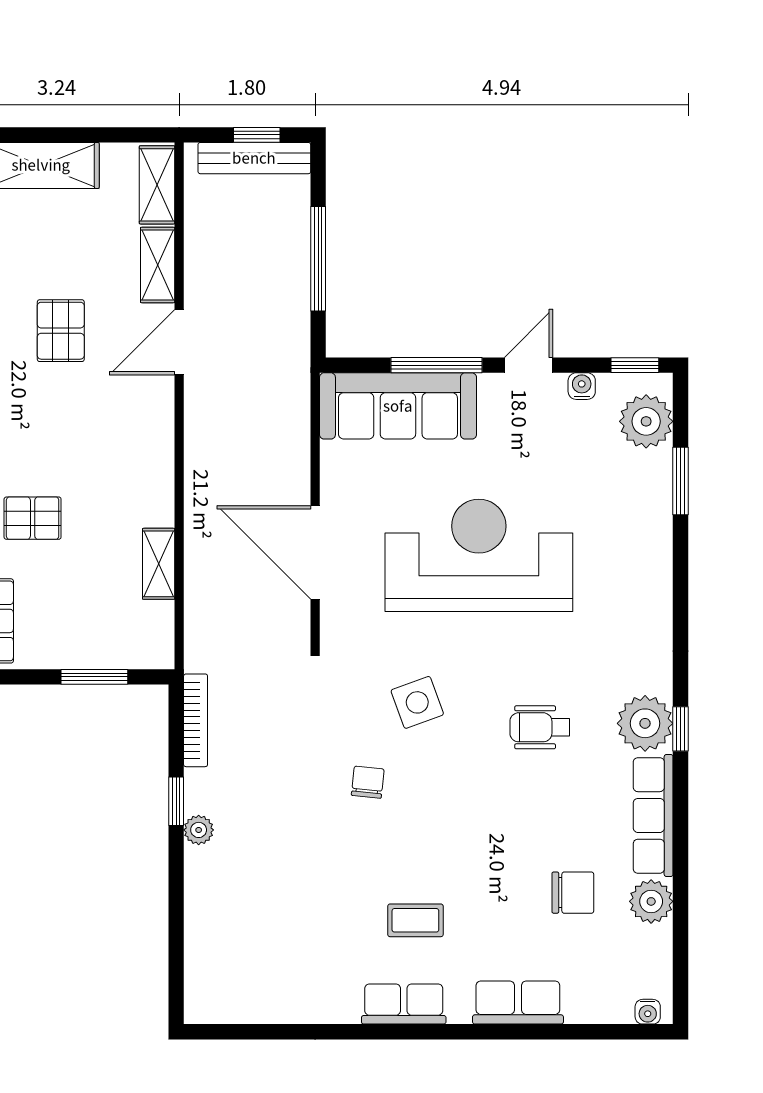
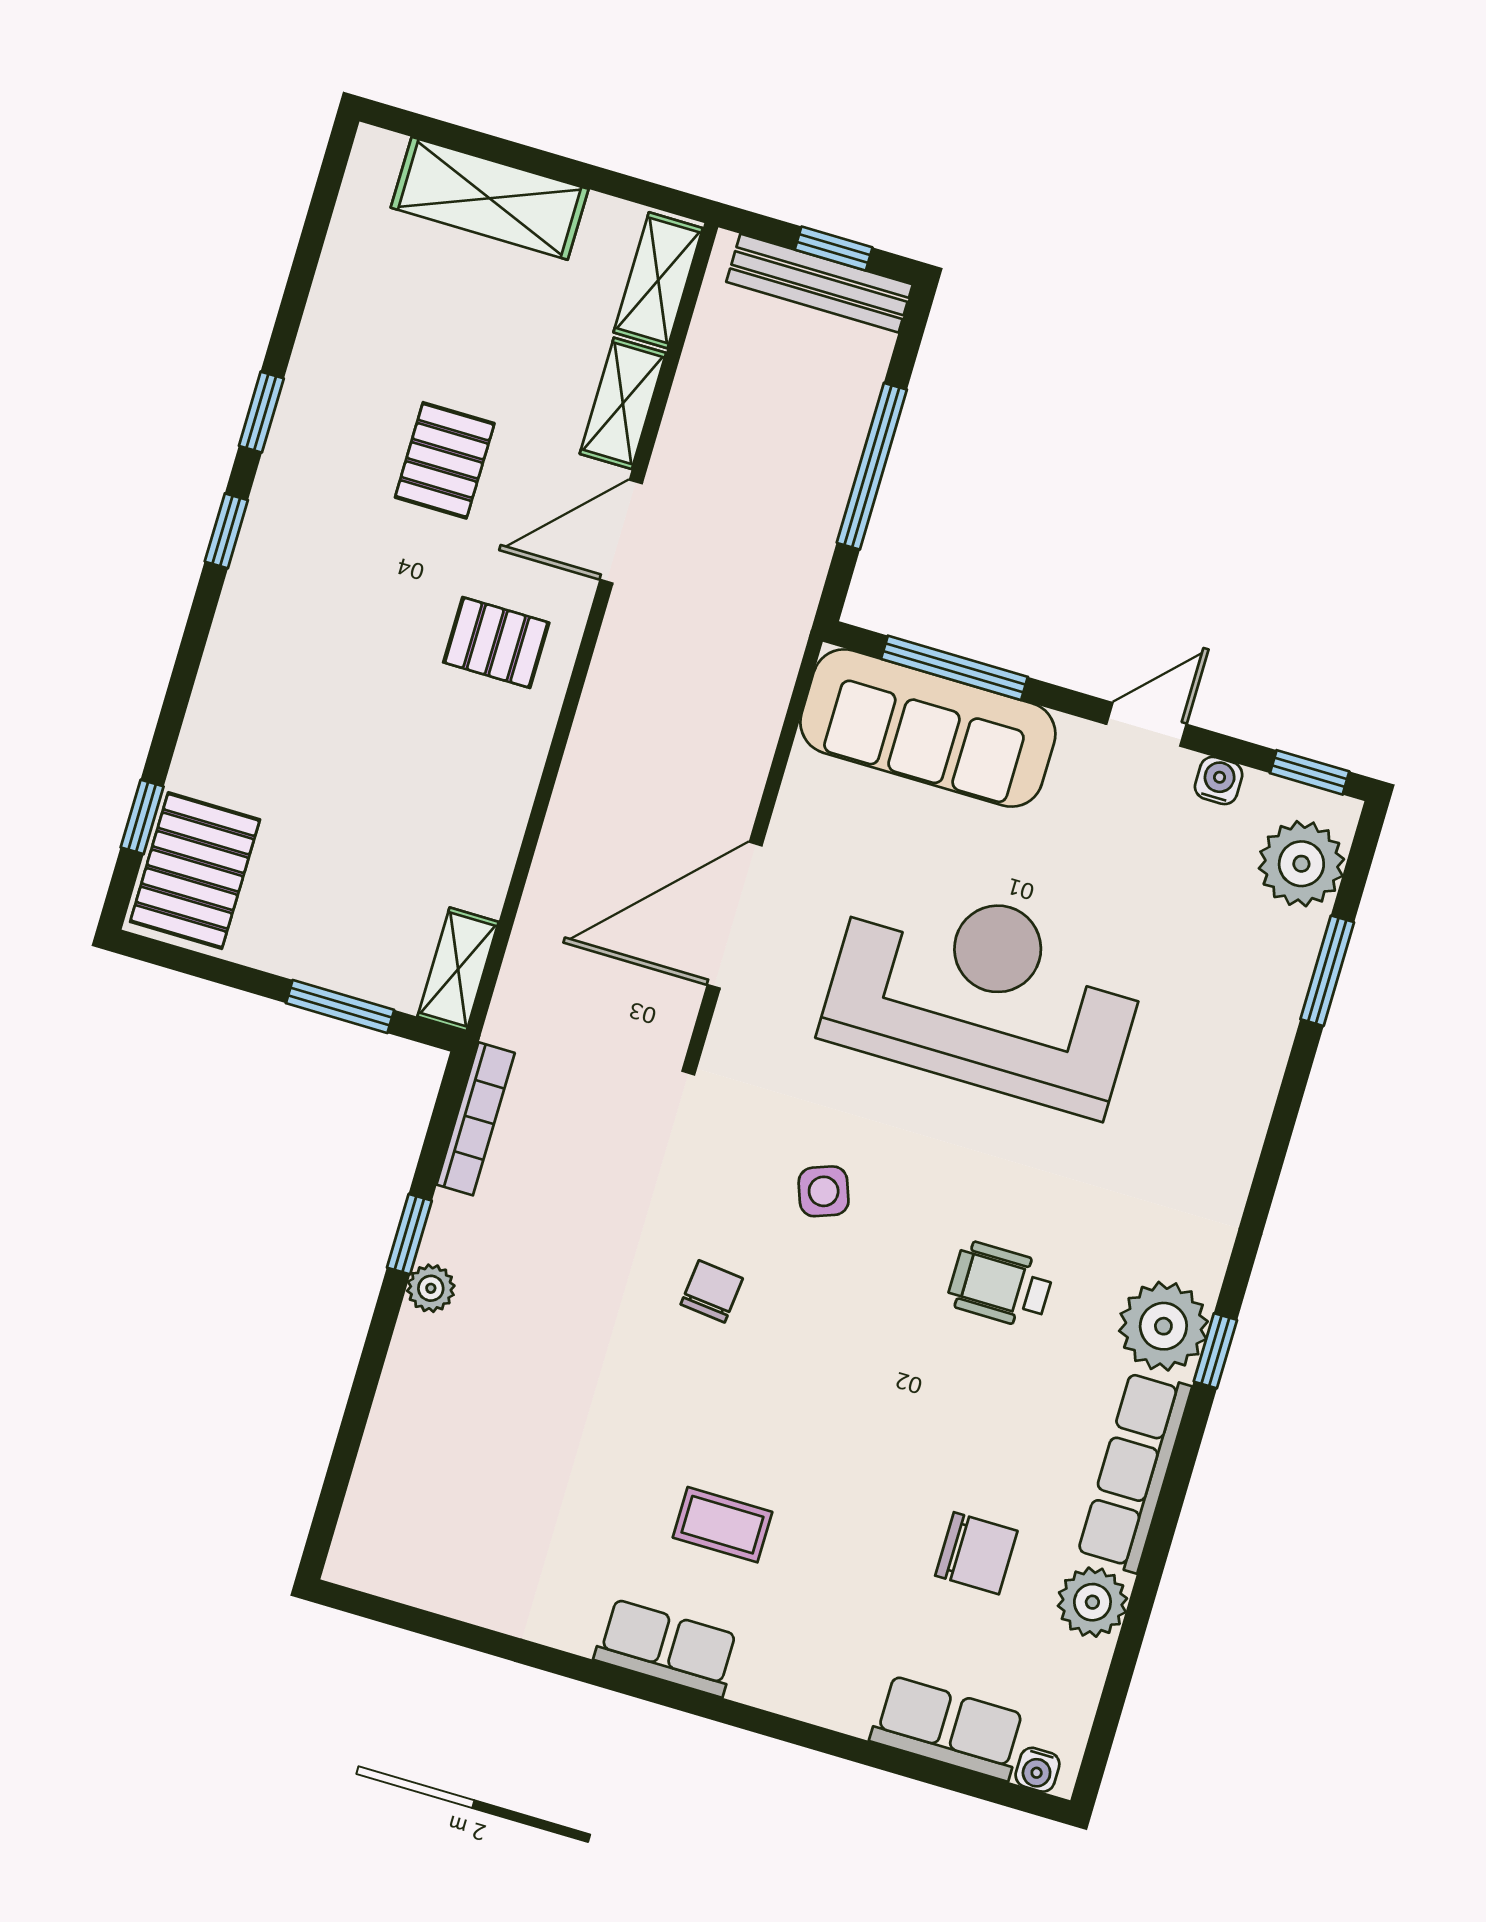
window: (437, 365) -> (954, 668), moved
pallet: (33, 518) -> (496, 643), moved
door: (315, 552) -> (735, 915), hinge flipped
shelving: (159, 564) -> (458, 969), moved
side table: (417, 702) -> (824, 1191), width x0.73, depth x0.73
row of seats: (518, 1002) -> (948, 1728), moved

